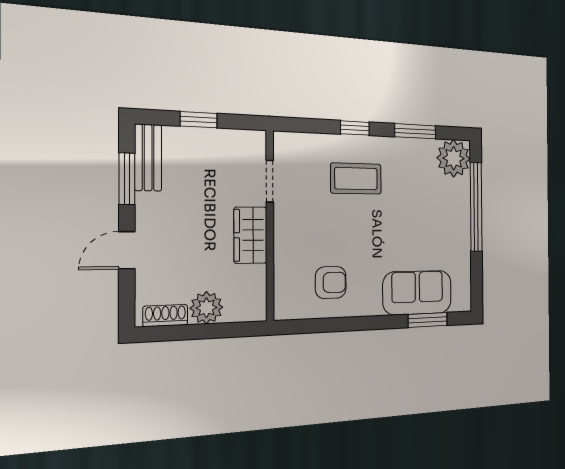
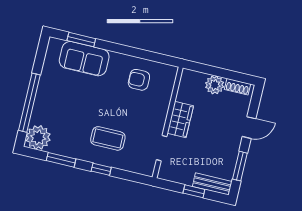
bench: (148, 158) -> (212, 184), moved, turned 90

